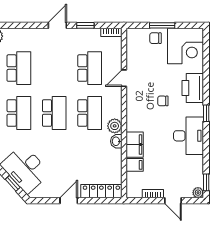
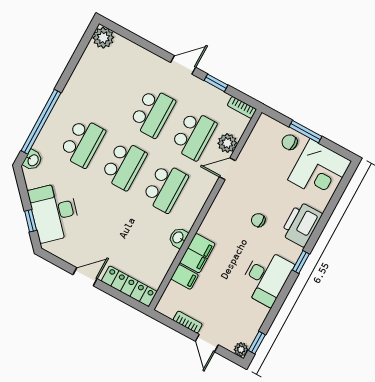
school desk: (19, 68) -> (152, 113), moved
plant: (115, 126) -> (227, 143), moved

